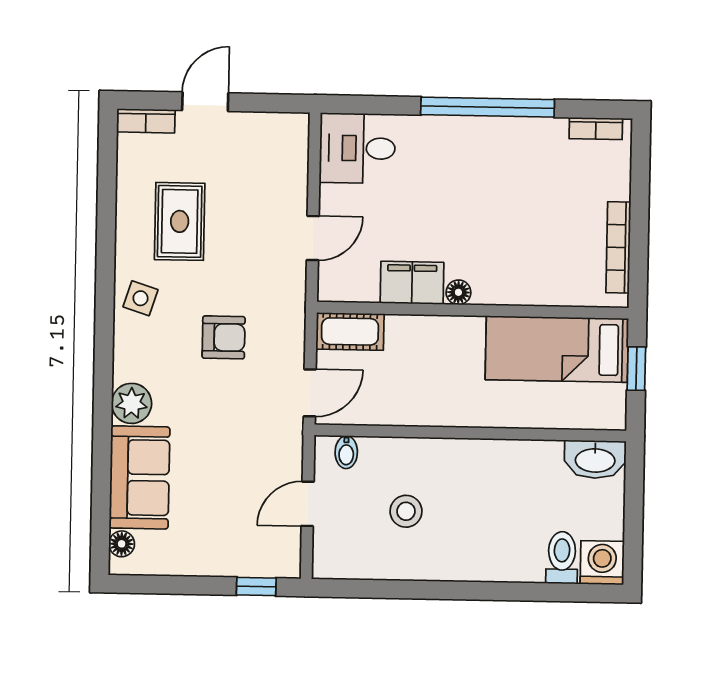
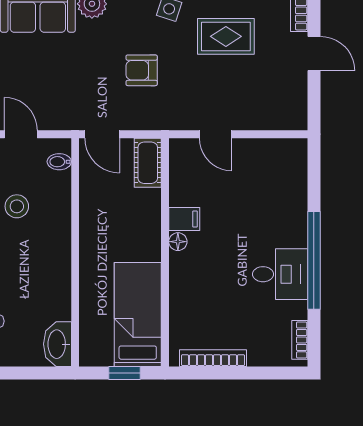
desk: (357, 148) -> (280, 274), moved, turned 90
filing cabinet: (412, 283) -> (184, 219), width x0.50
armchair: (224, 337) -> (142, 70), turned 90

